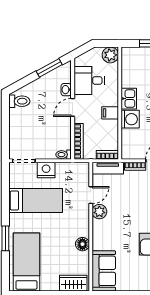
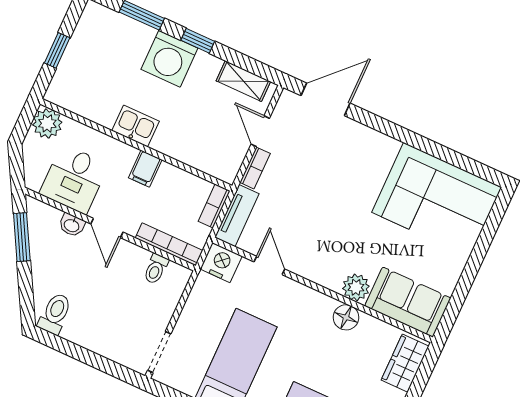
washing machine: (130, 119) -> (171, 140), removed
toilet: (64, 155) -> (156, 269), moved
nightstand: (46, 170) -> (221, 262), moved, turned 90
plant: (99, 212) -> (356, 287), moved

